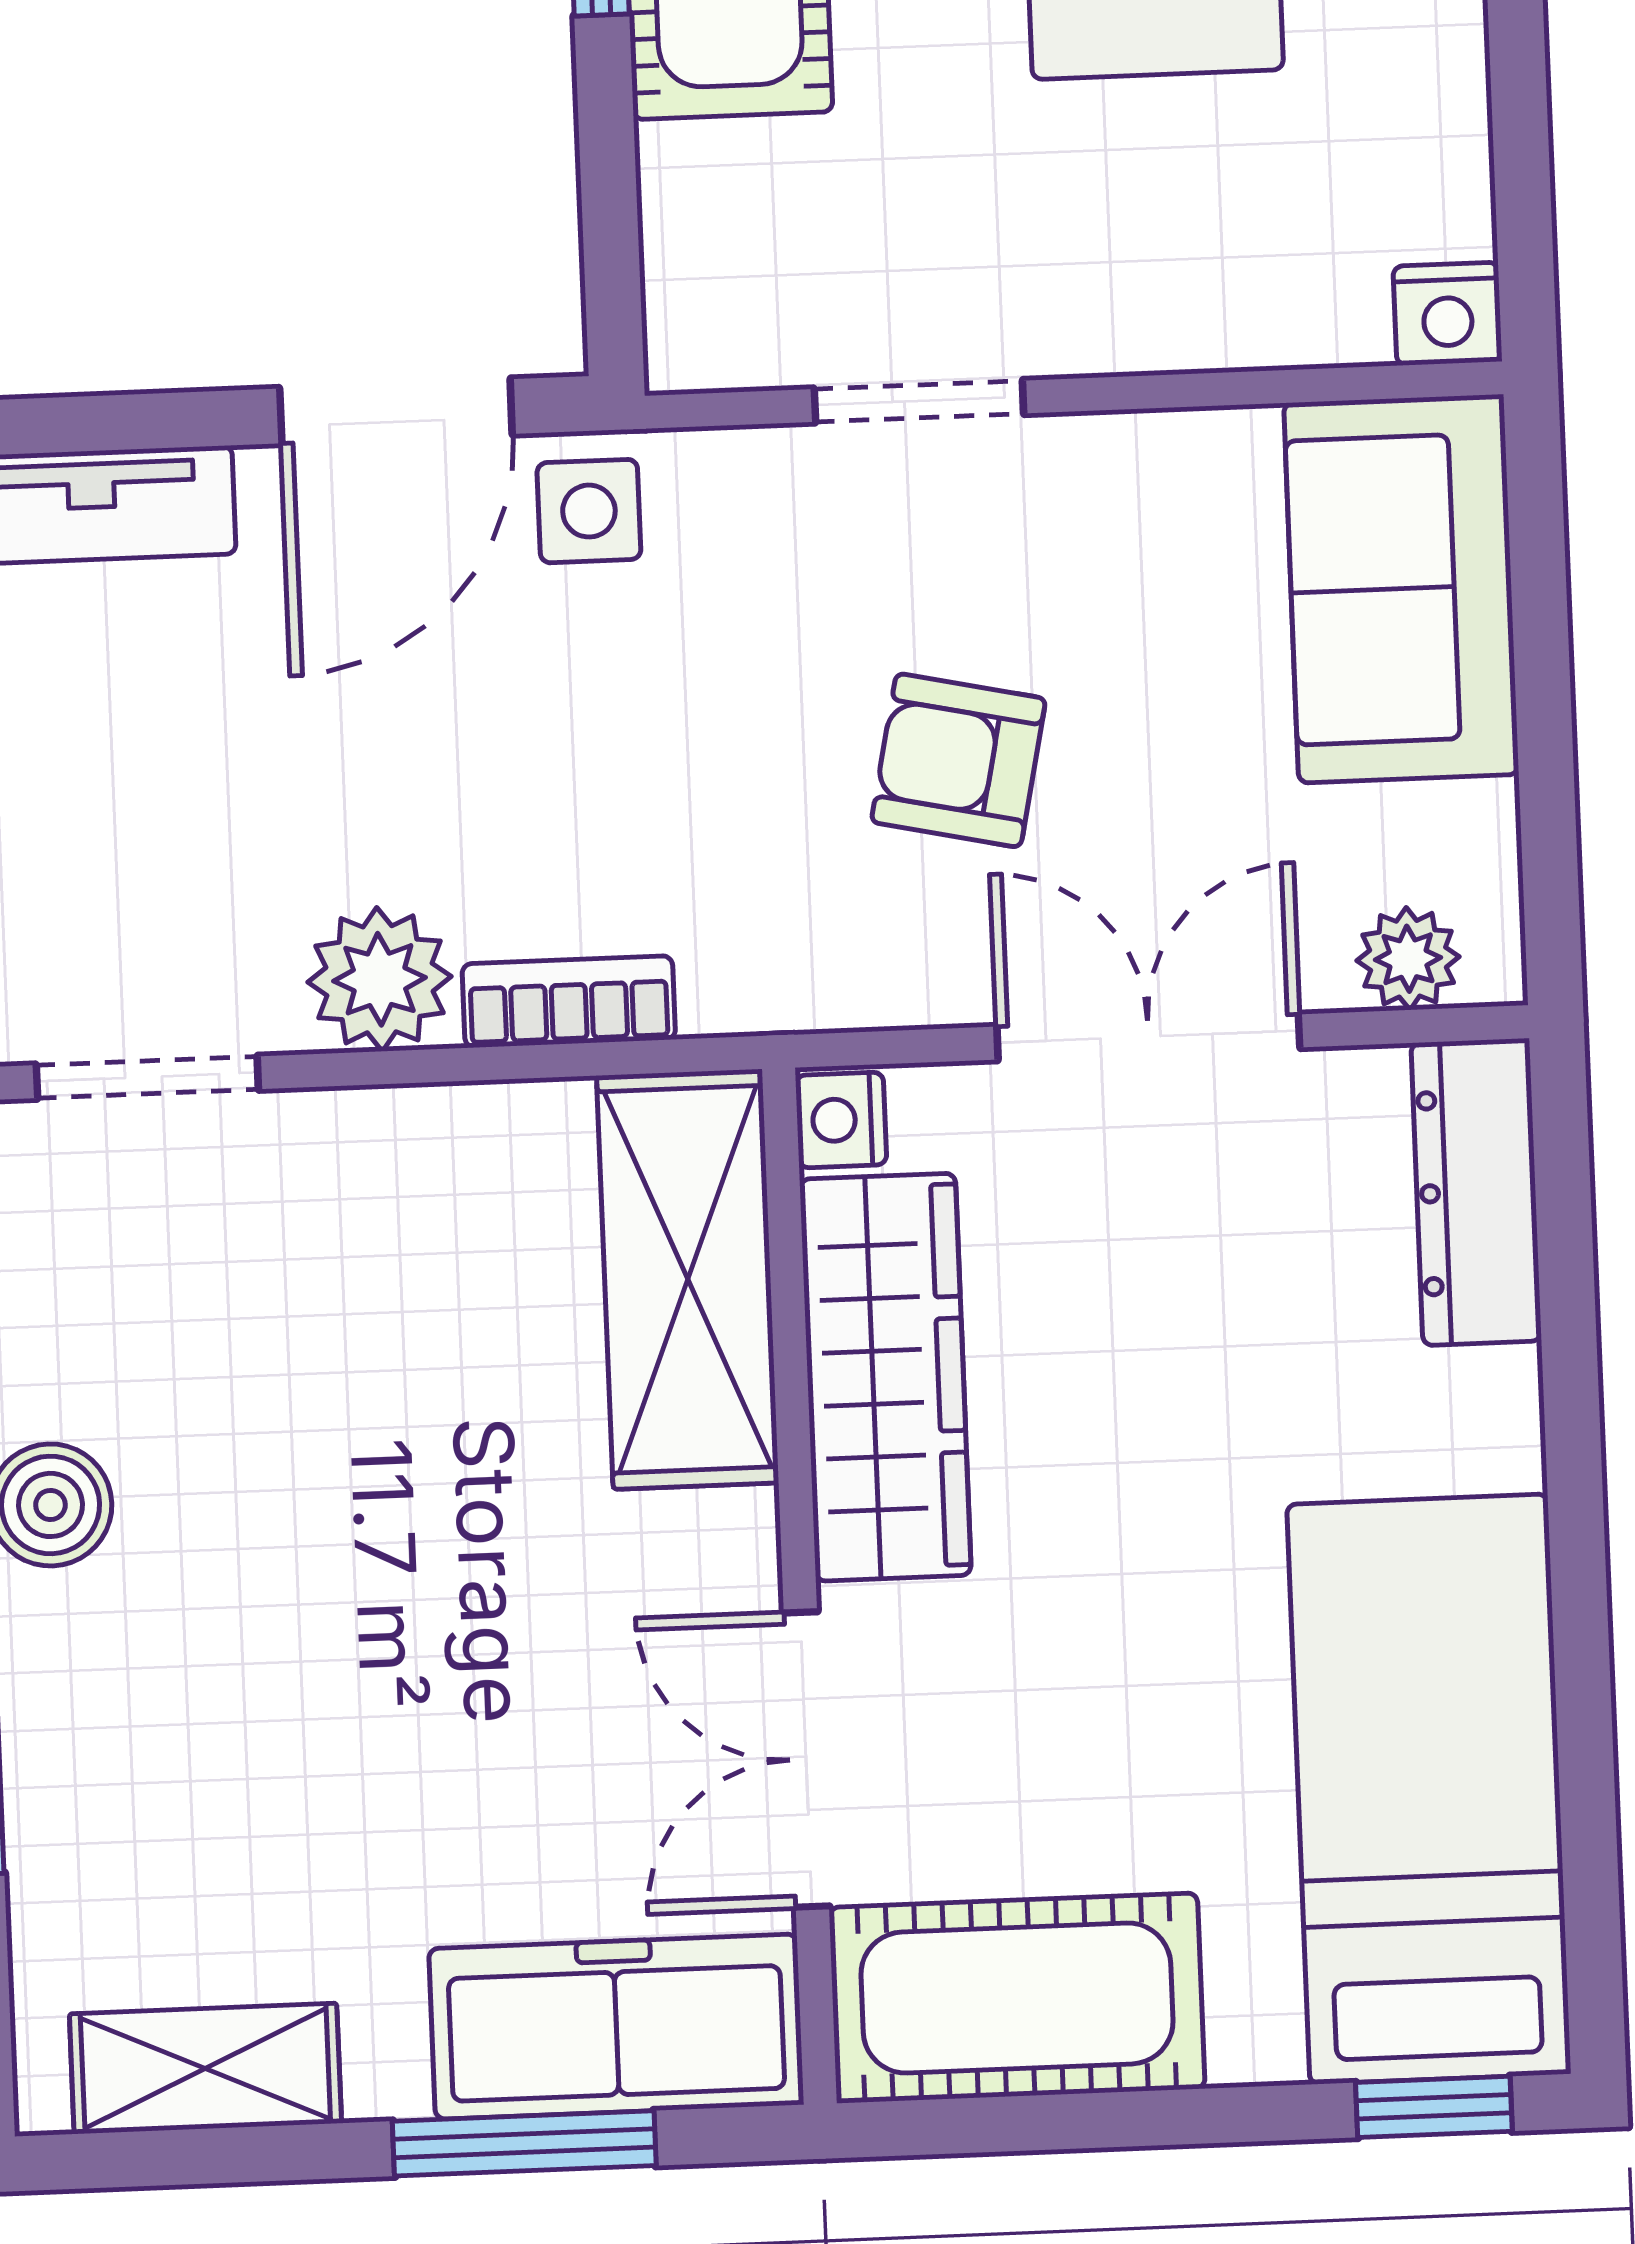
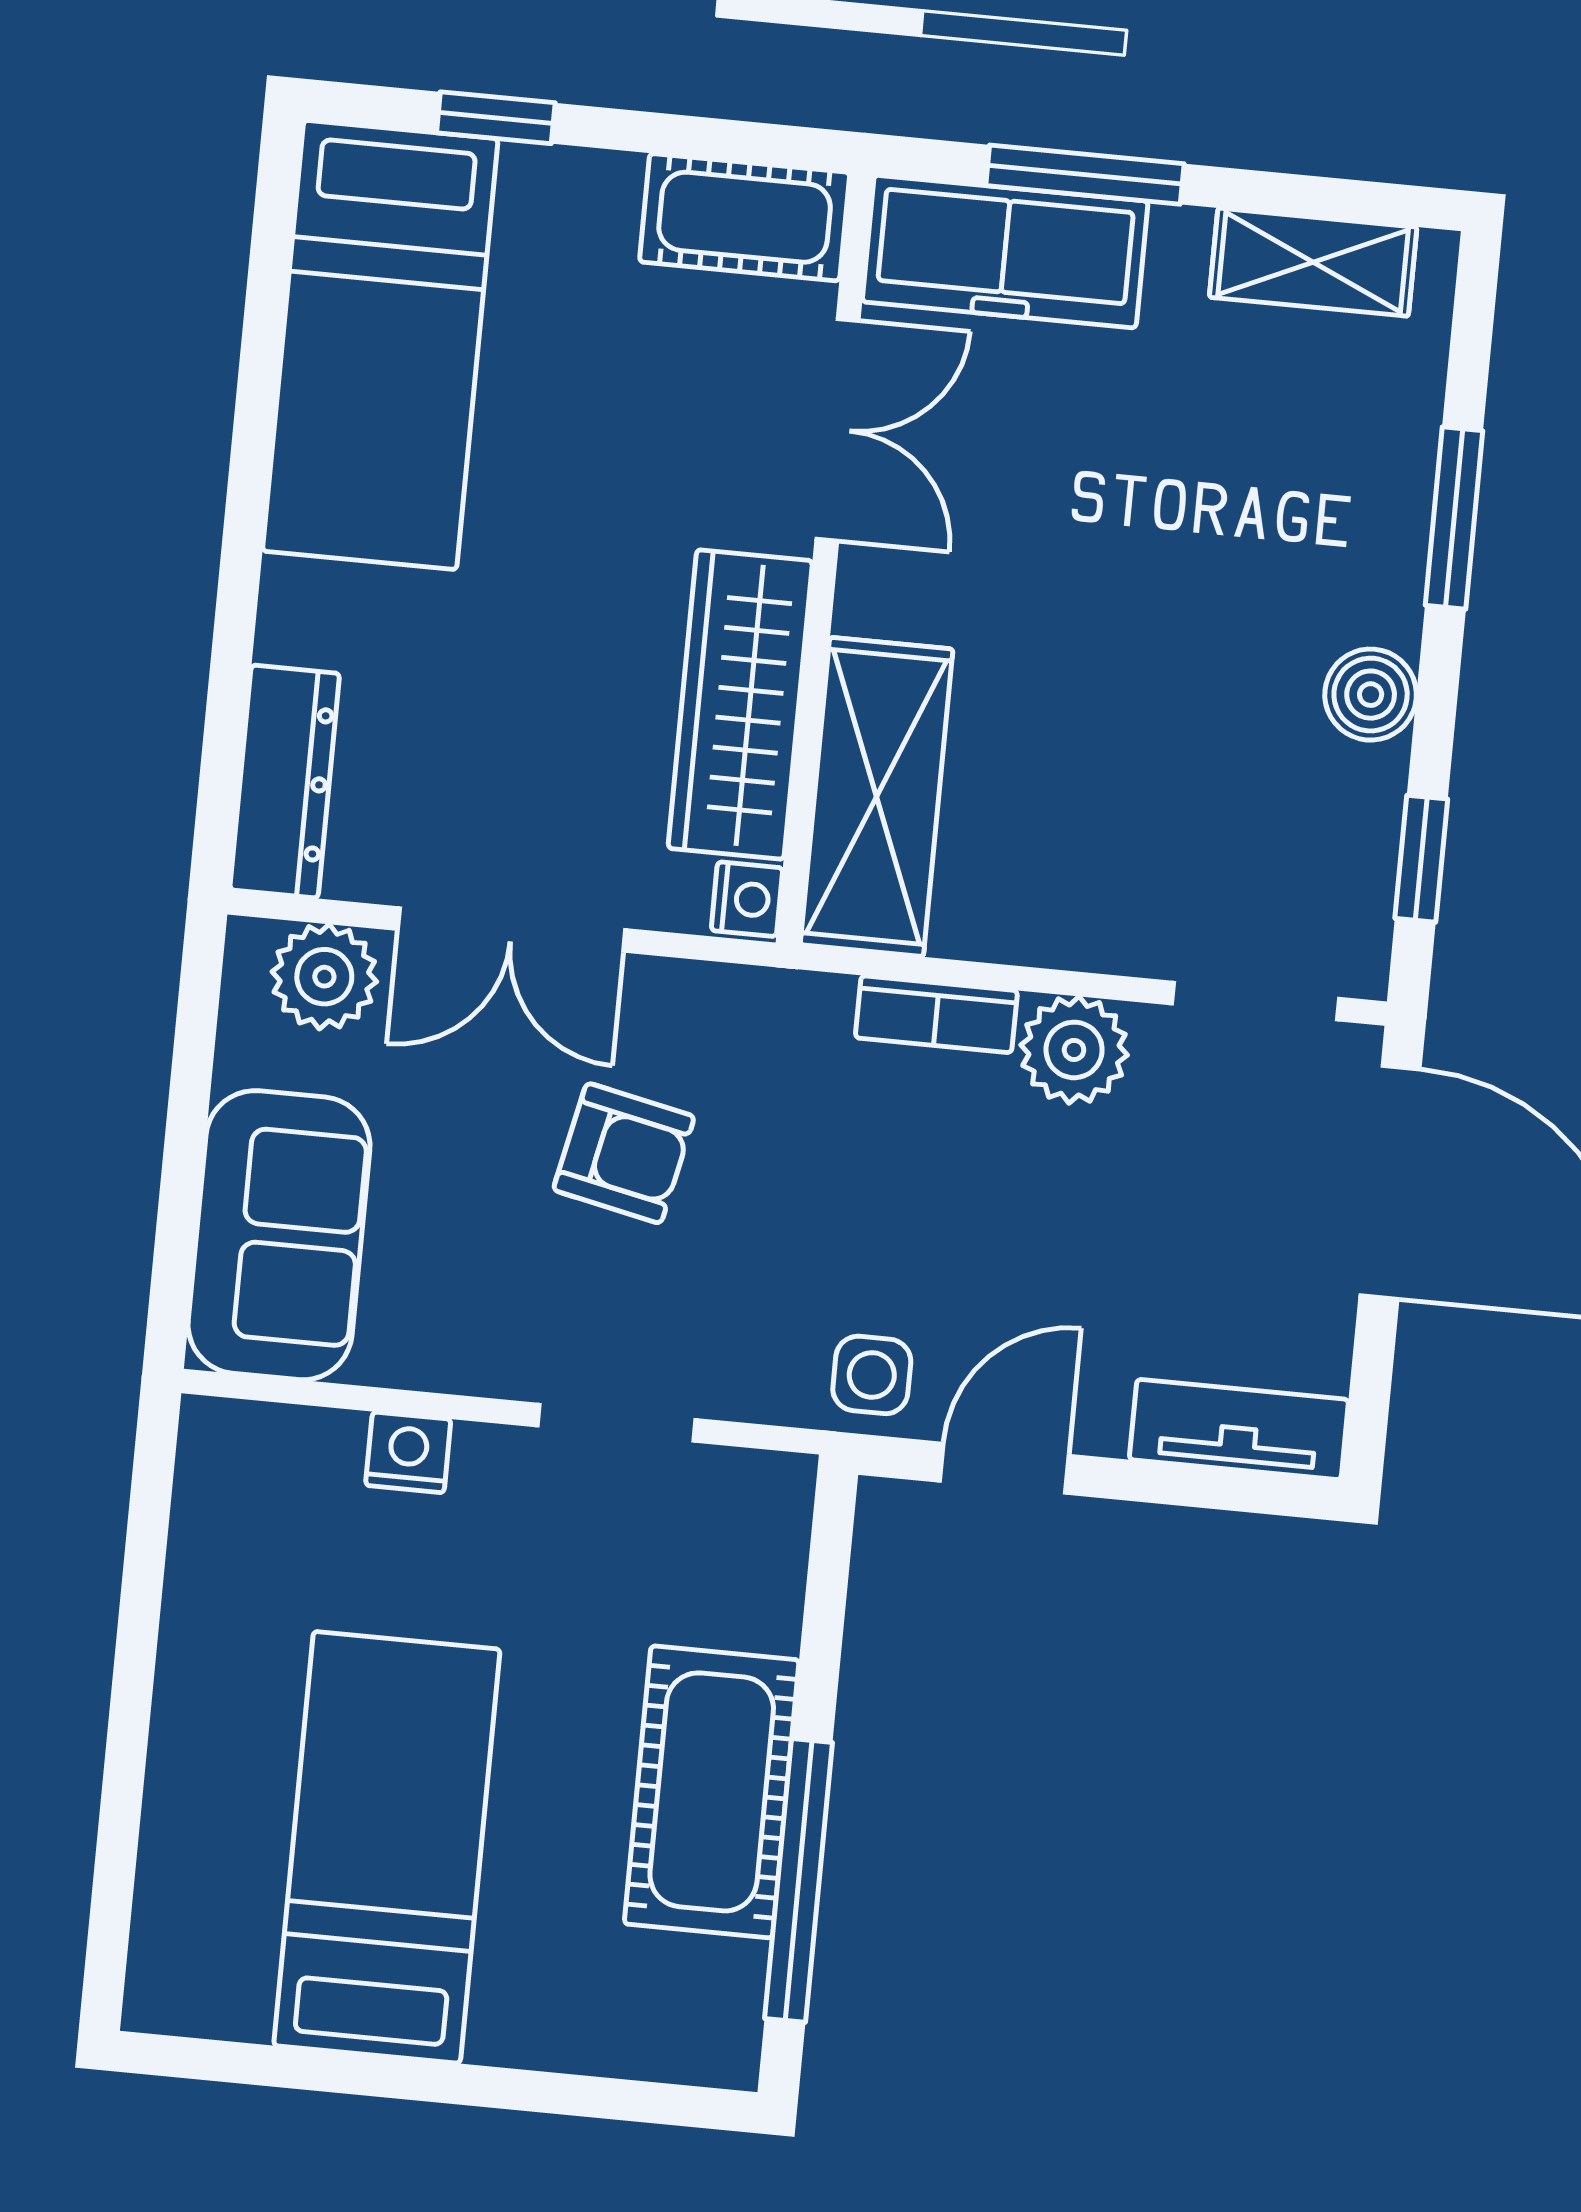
nightstand: (1448, 314) -> (408, 1452), moved
door: (396, 411) -> (1004, 1468), width x0.73
plant: (1408, 959) -> (324, 977), width x1.38, depth x1.38
cot: (1017, 1998) -> (745, 217), width x0.73, depth x0.75
window: (1434, 2107) -> (496, 118), moved

